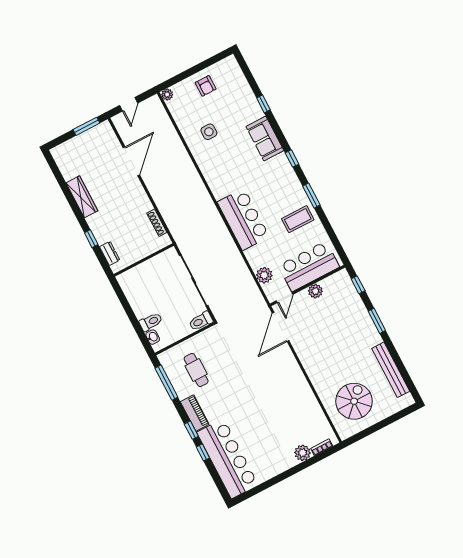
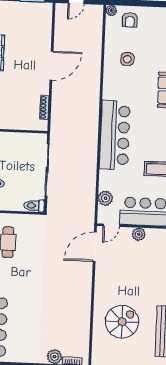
armchair: (206, 86) -> (130, 20), moved
door: (131, 161) -> (51, 66), moved
bar counter: (243, 219) -> (115, 135), width x1.36
spiral stairs: (354, 401) -> (122, 322), moved

